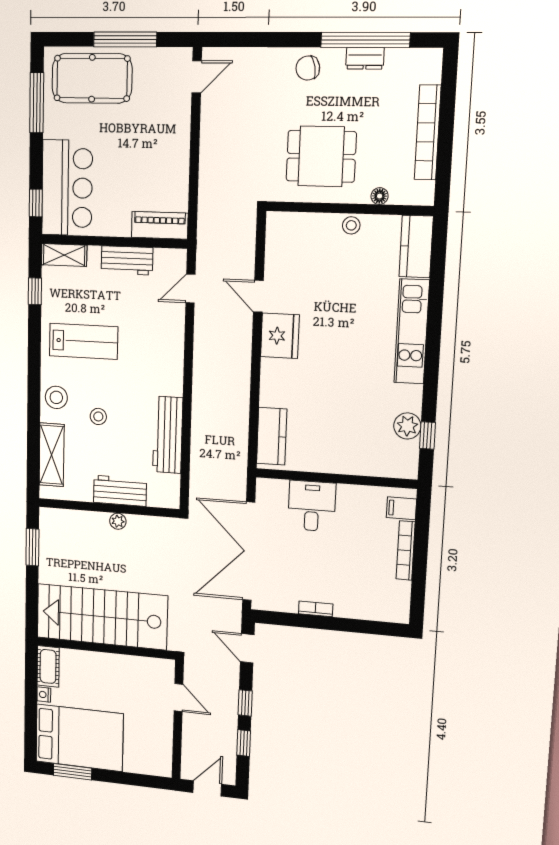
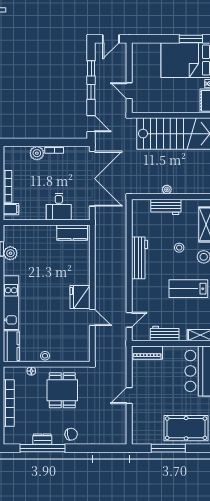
door: (197, 77) -> (129, 396), moved
dining table: (321, 156) -> (62, 390), turned 90
workbench: (168, 435) -> (140, 258), moved
kitchen counter: (272, 436) -> (72, 233), moved, turned -90
plant: (348, 606) -> (37, 153), added

